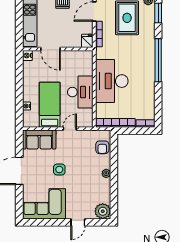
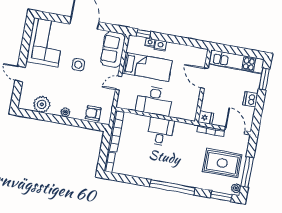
door: (50, 49) -> (204, 78), hinge flipped
nightstand: (27, 55) -> (160, 45), moved
desk: (112, 81) -> (160, 132), width x0.53, depth x0.77
window: (19, 114) -> (143, 34), added
door: (70, 129) -> (119, 83), swing flipped
plant: (103, 211) -> (42, 104), moved

